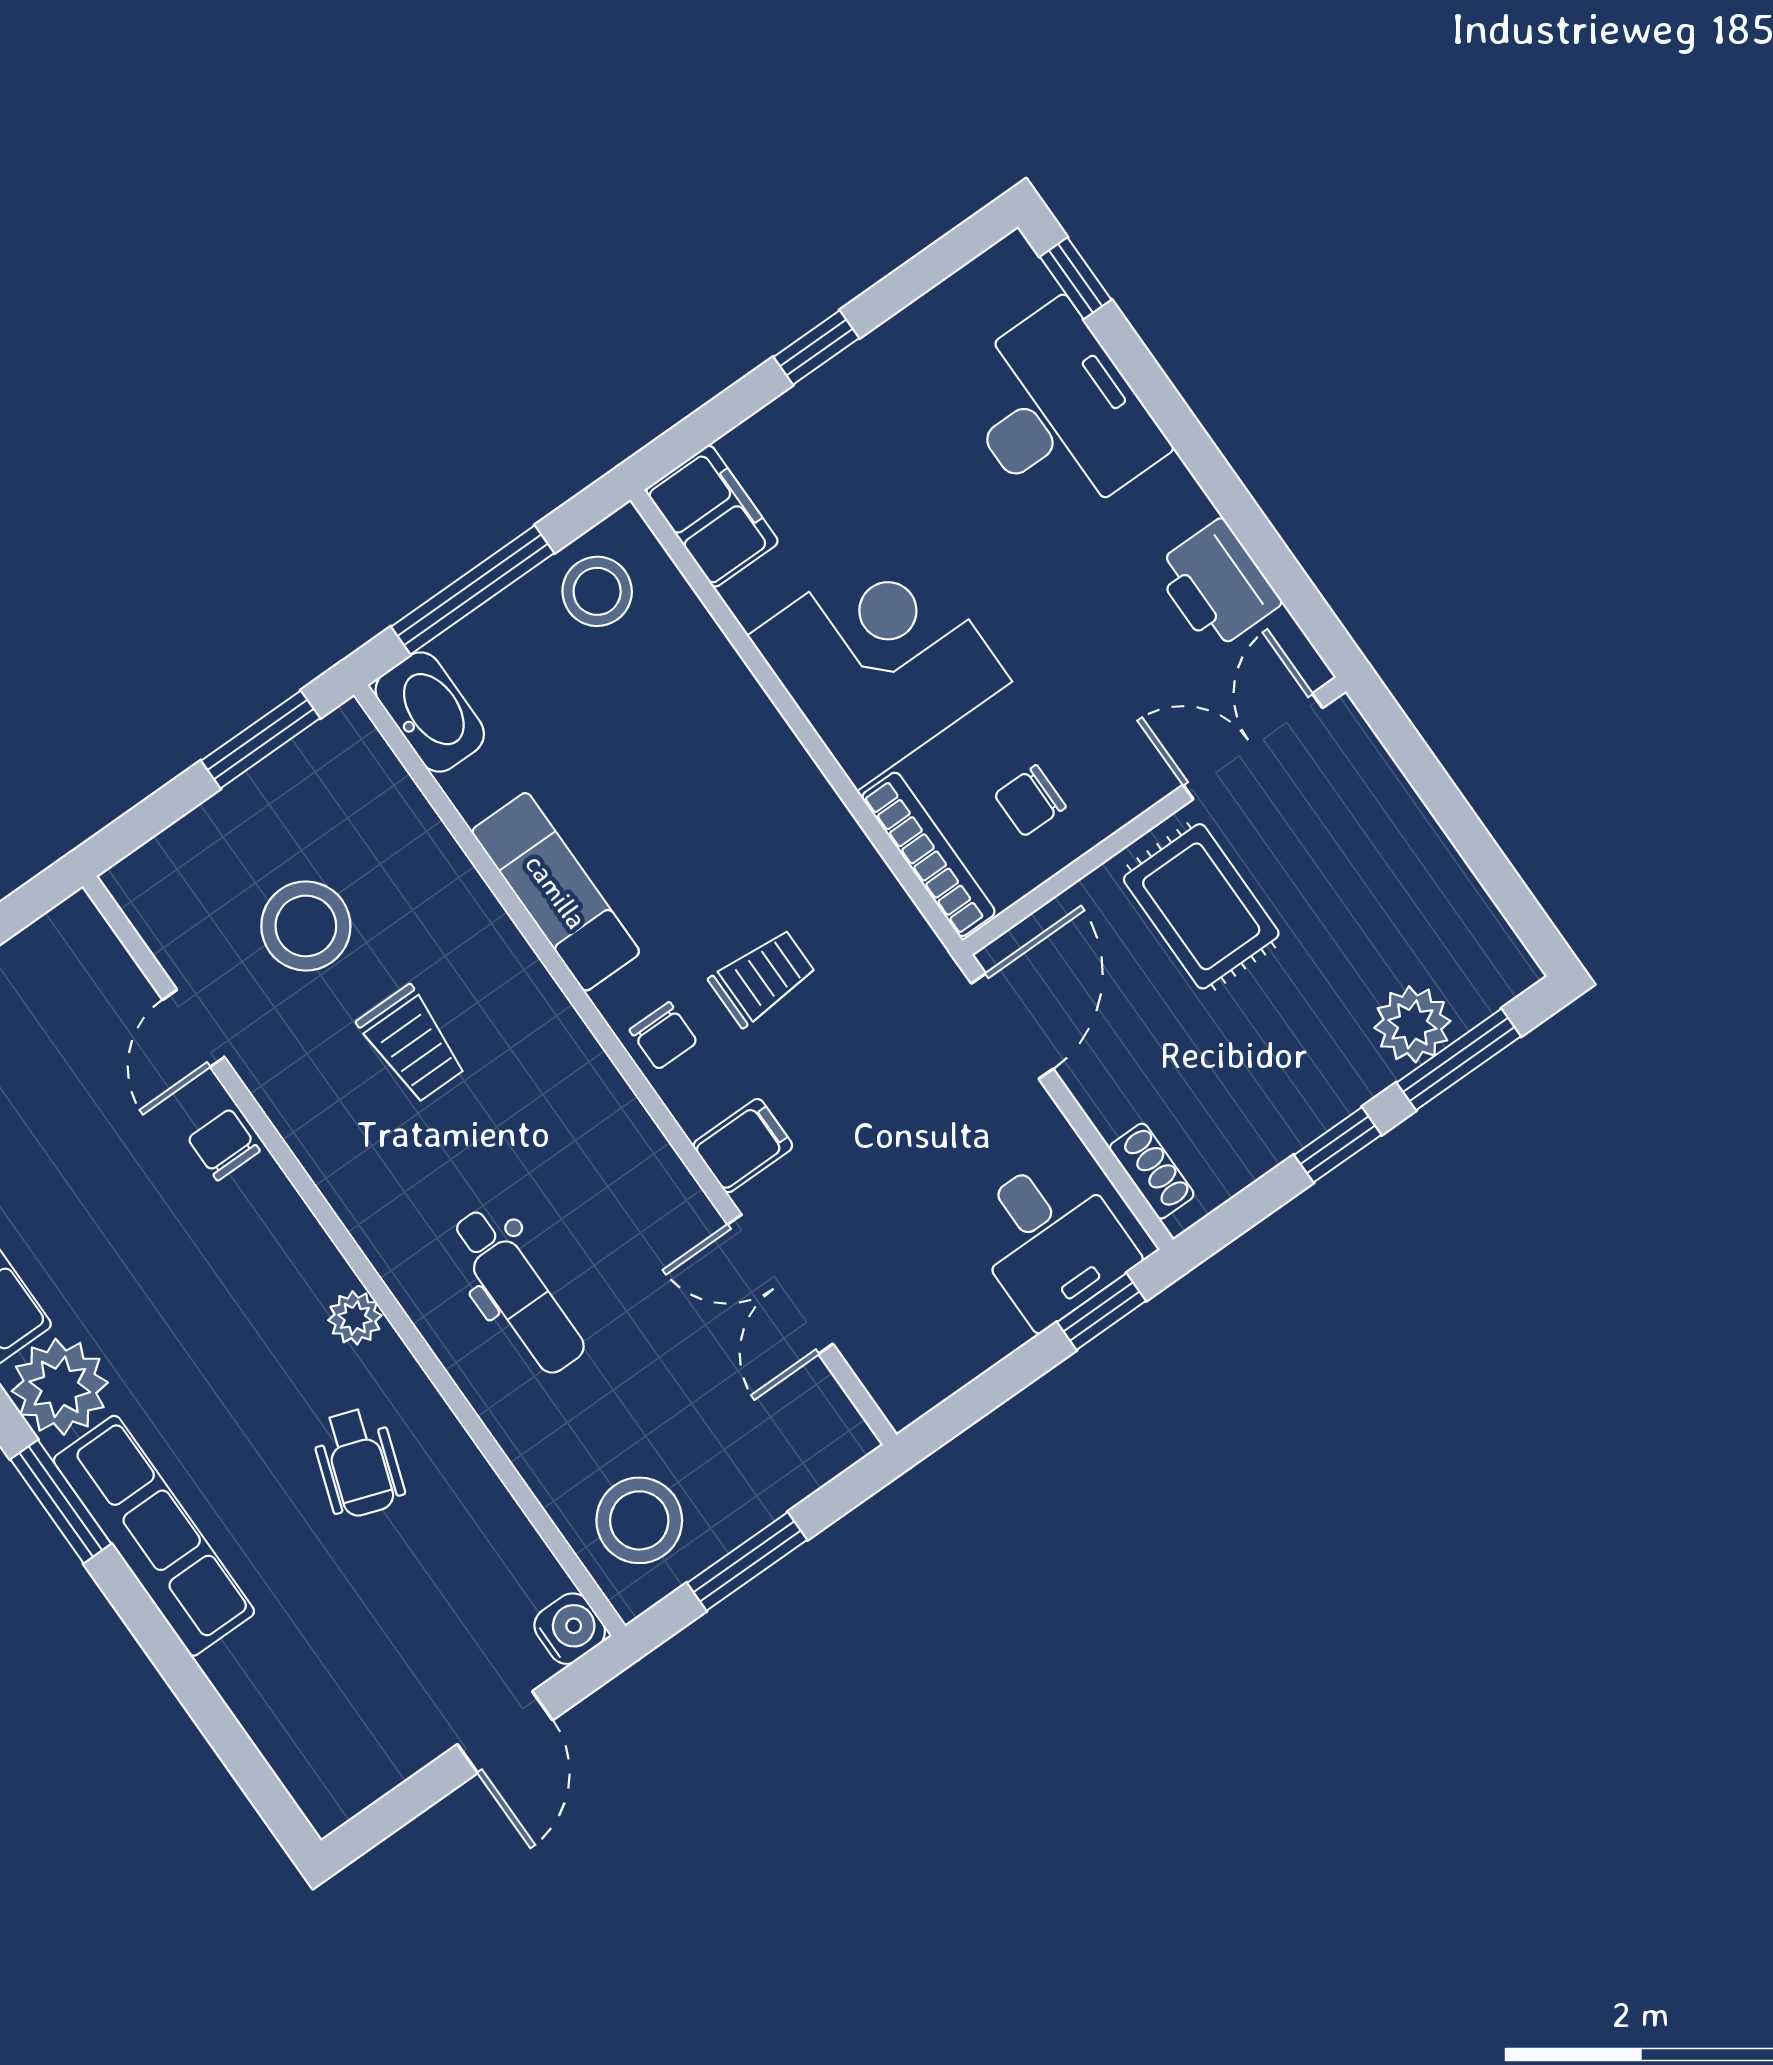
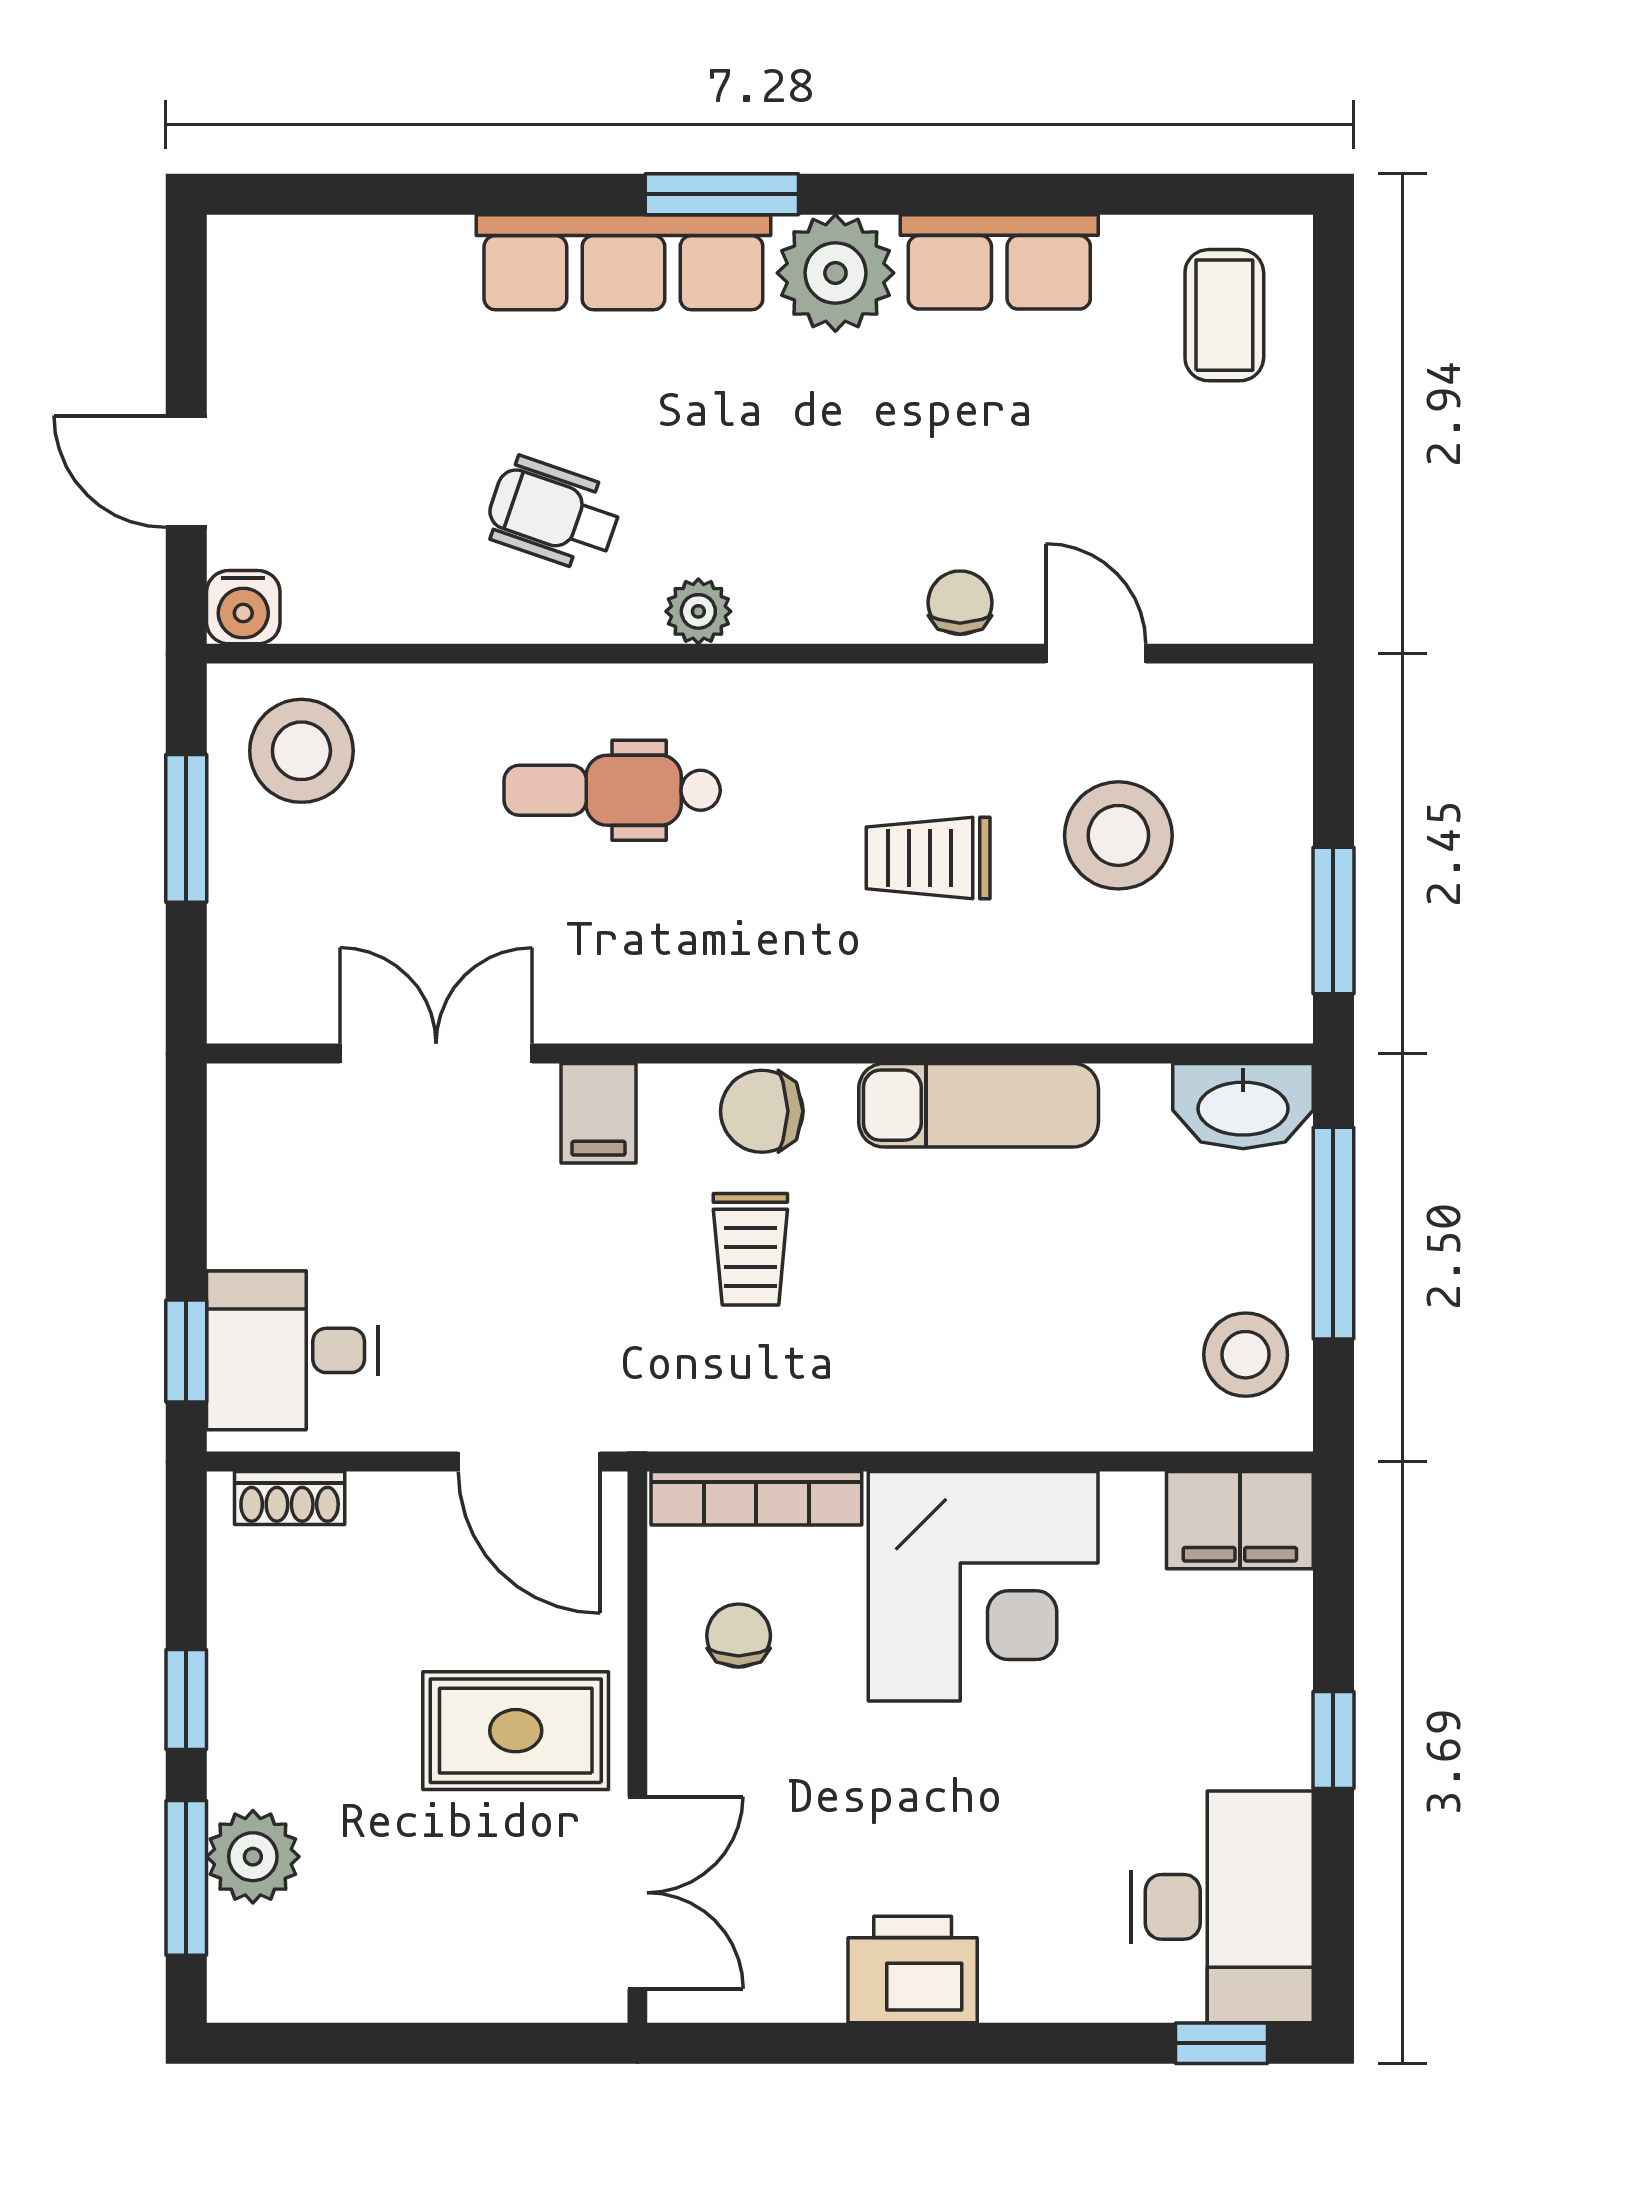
desk: (1058, 414) -> (1222, 1907), moved, turned -90
printer: (1217, 585) -> (913, 1970), moved
chair: (663, 1036) -> (762, 1111), width x1.37, depth x1.37
chair: (224, 1145) -> (960, 603), turned -90

